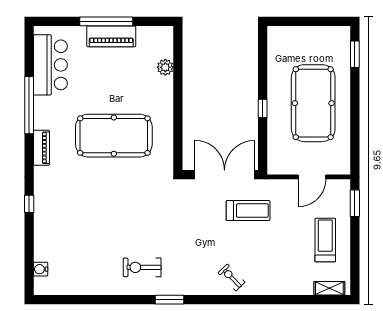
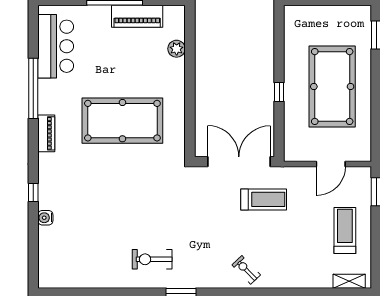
piano: (111, 36) -> (137, 16), moved
water cooler: (41, 269) -> (45, 218), moved

